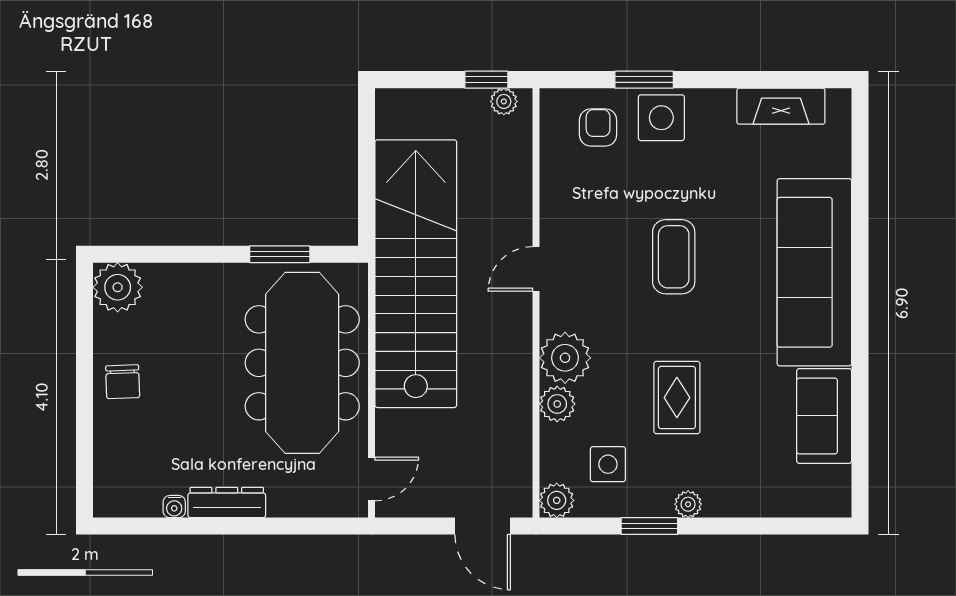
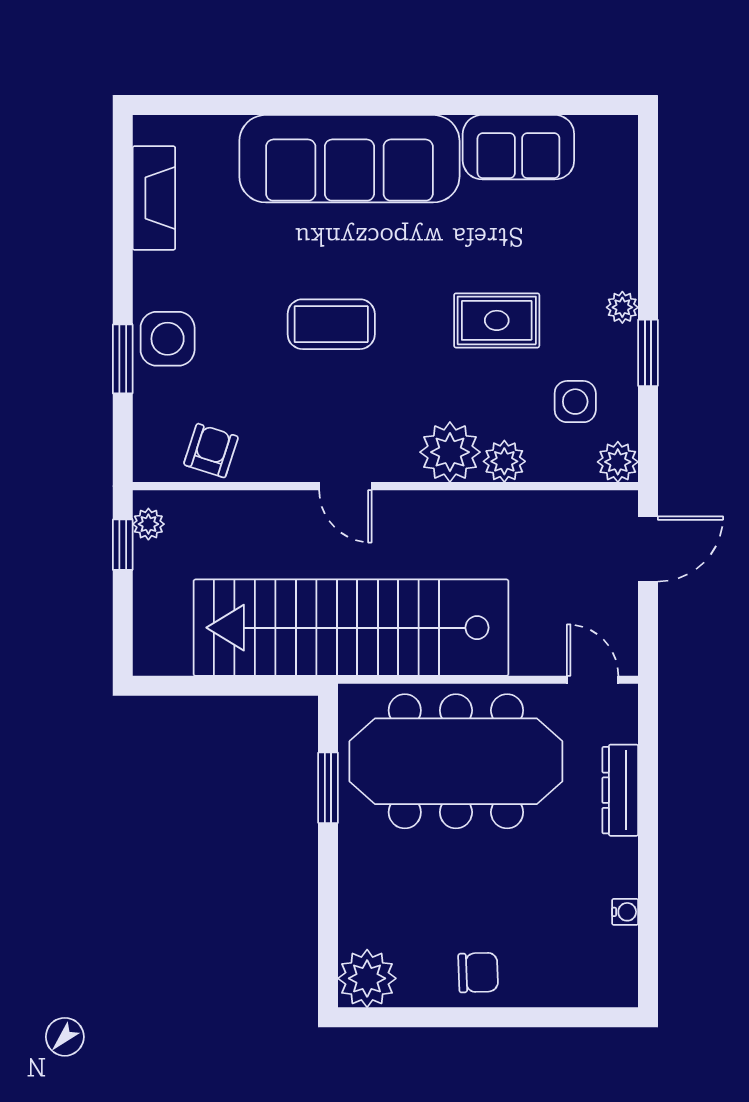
armchair: (598, 127) -> (211, 451), moved, turned 108
dresser: (227, 503) -> (620, 790), moved

